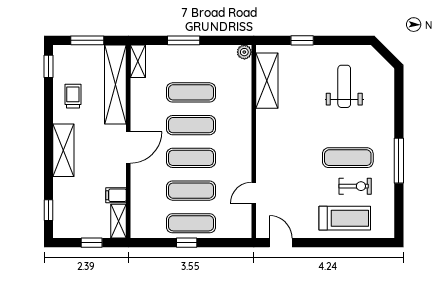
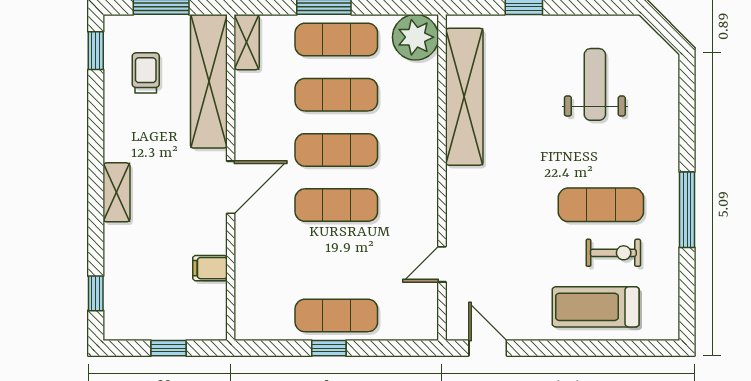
plant: (244, 52) -> (415, 37), width x1.88, depth x1.88
shelving: (267, 81) -> (464, 97), width x1.47
trolley: (73, 96) -> (146, 73), moved
shelving: (63, 150) -> (116, 192), width x0.67, depth x0.75
exercise mat: (191, 191) -> (336, 40), moved
treadmill: (345, 218) -> (596, 307), turned 180
shelving: (119, 221) -> (214, 312), removed

